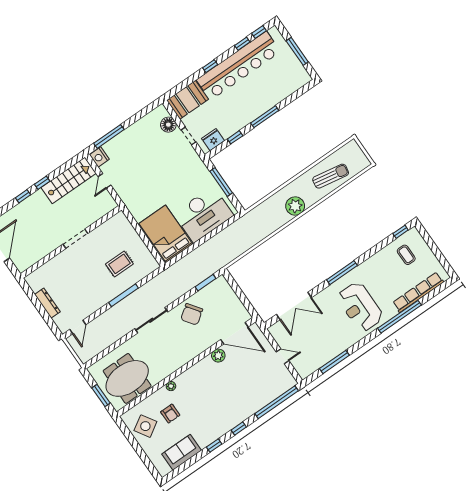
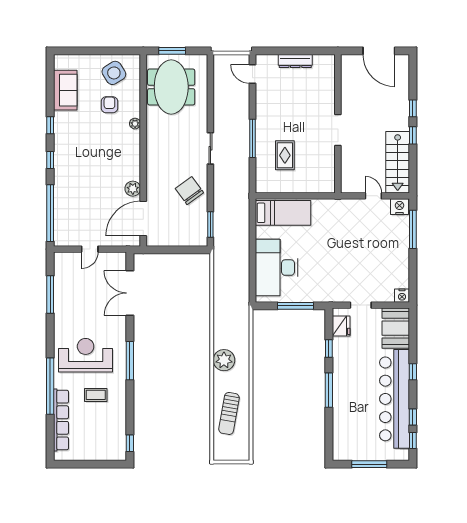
nightstand: (161, 111) -> (402, 296), added
floor lamp: (168, 125) -> (385, 293), removed
bed: (166, 234) -> (283, 213), width x0.67
coffee table: (406, 255) -> (96, 395), moved
sliding door: (151, 320) -> (210, 148), width x0.73
armchair: (170, 414) -> (109, 105), turned 90

